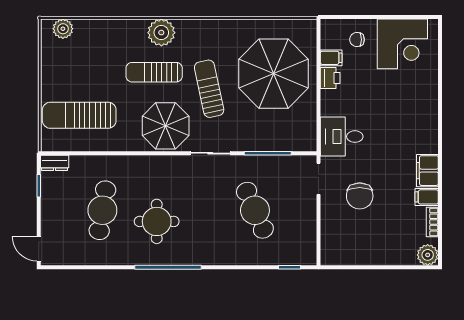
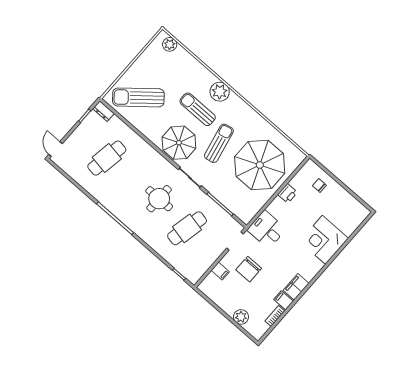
corner desk: (402, 44) -> (324, 240), moved, turned 90
filing cabinet: (331, 58) -> (220, 271), moved
sun lounger: (79, 115) -> (138, 97), turned -40
cafe table: (255, 210) -> (187, 228), turned 36
round table: (157, 221) -> (159, 199), moved
plant: (428, 255) -> (241, 317), moved

